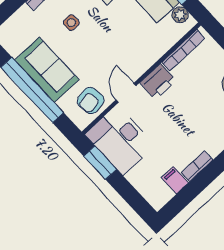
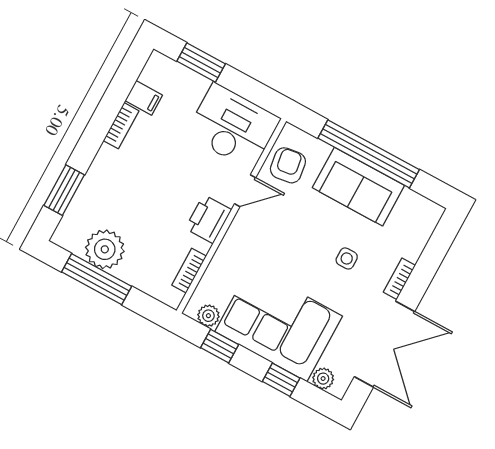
bookcase: (183, 50) -> (189, 271), width x0.64
door: (126, 93) -> (245, 191), hinge flipped
window: (100, 163) -> (201, 63), moved

